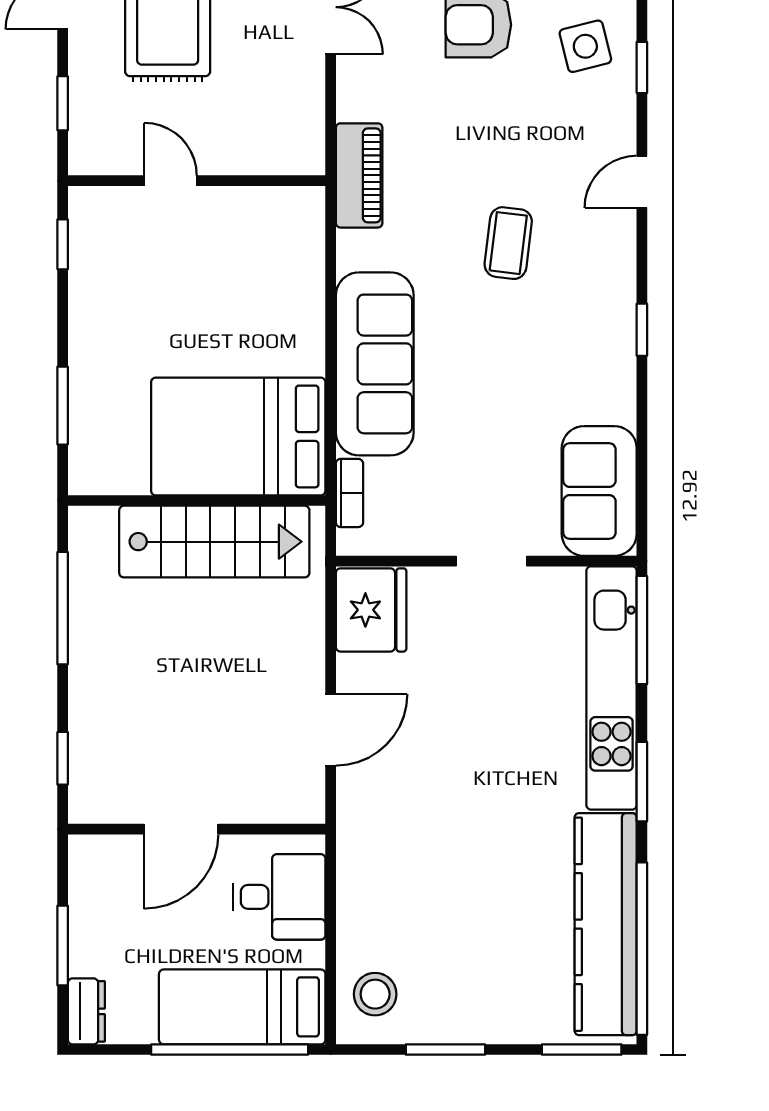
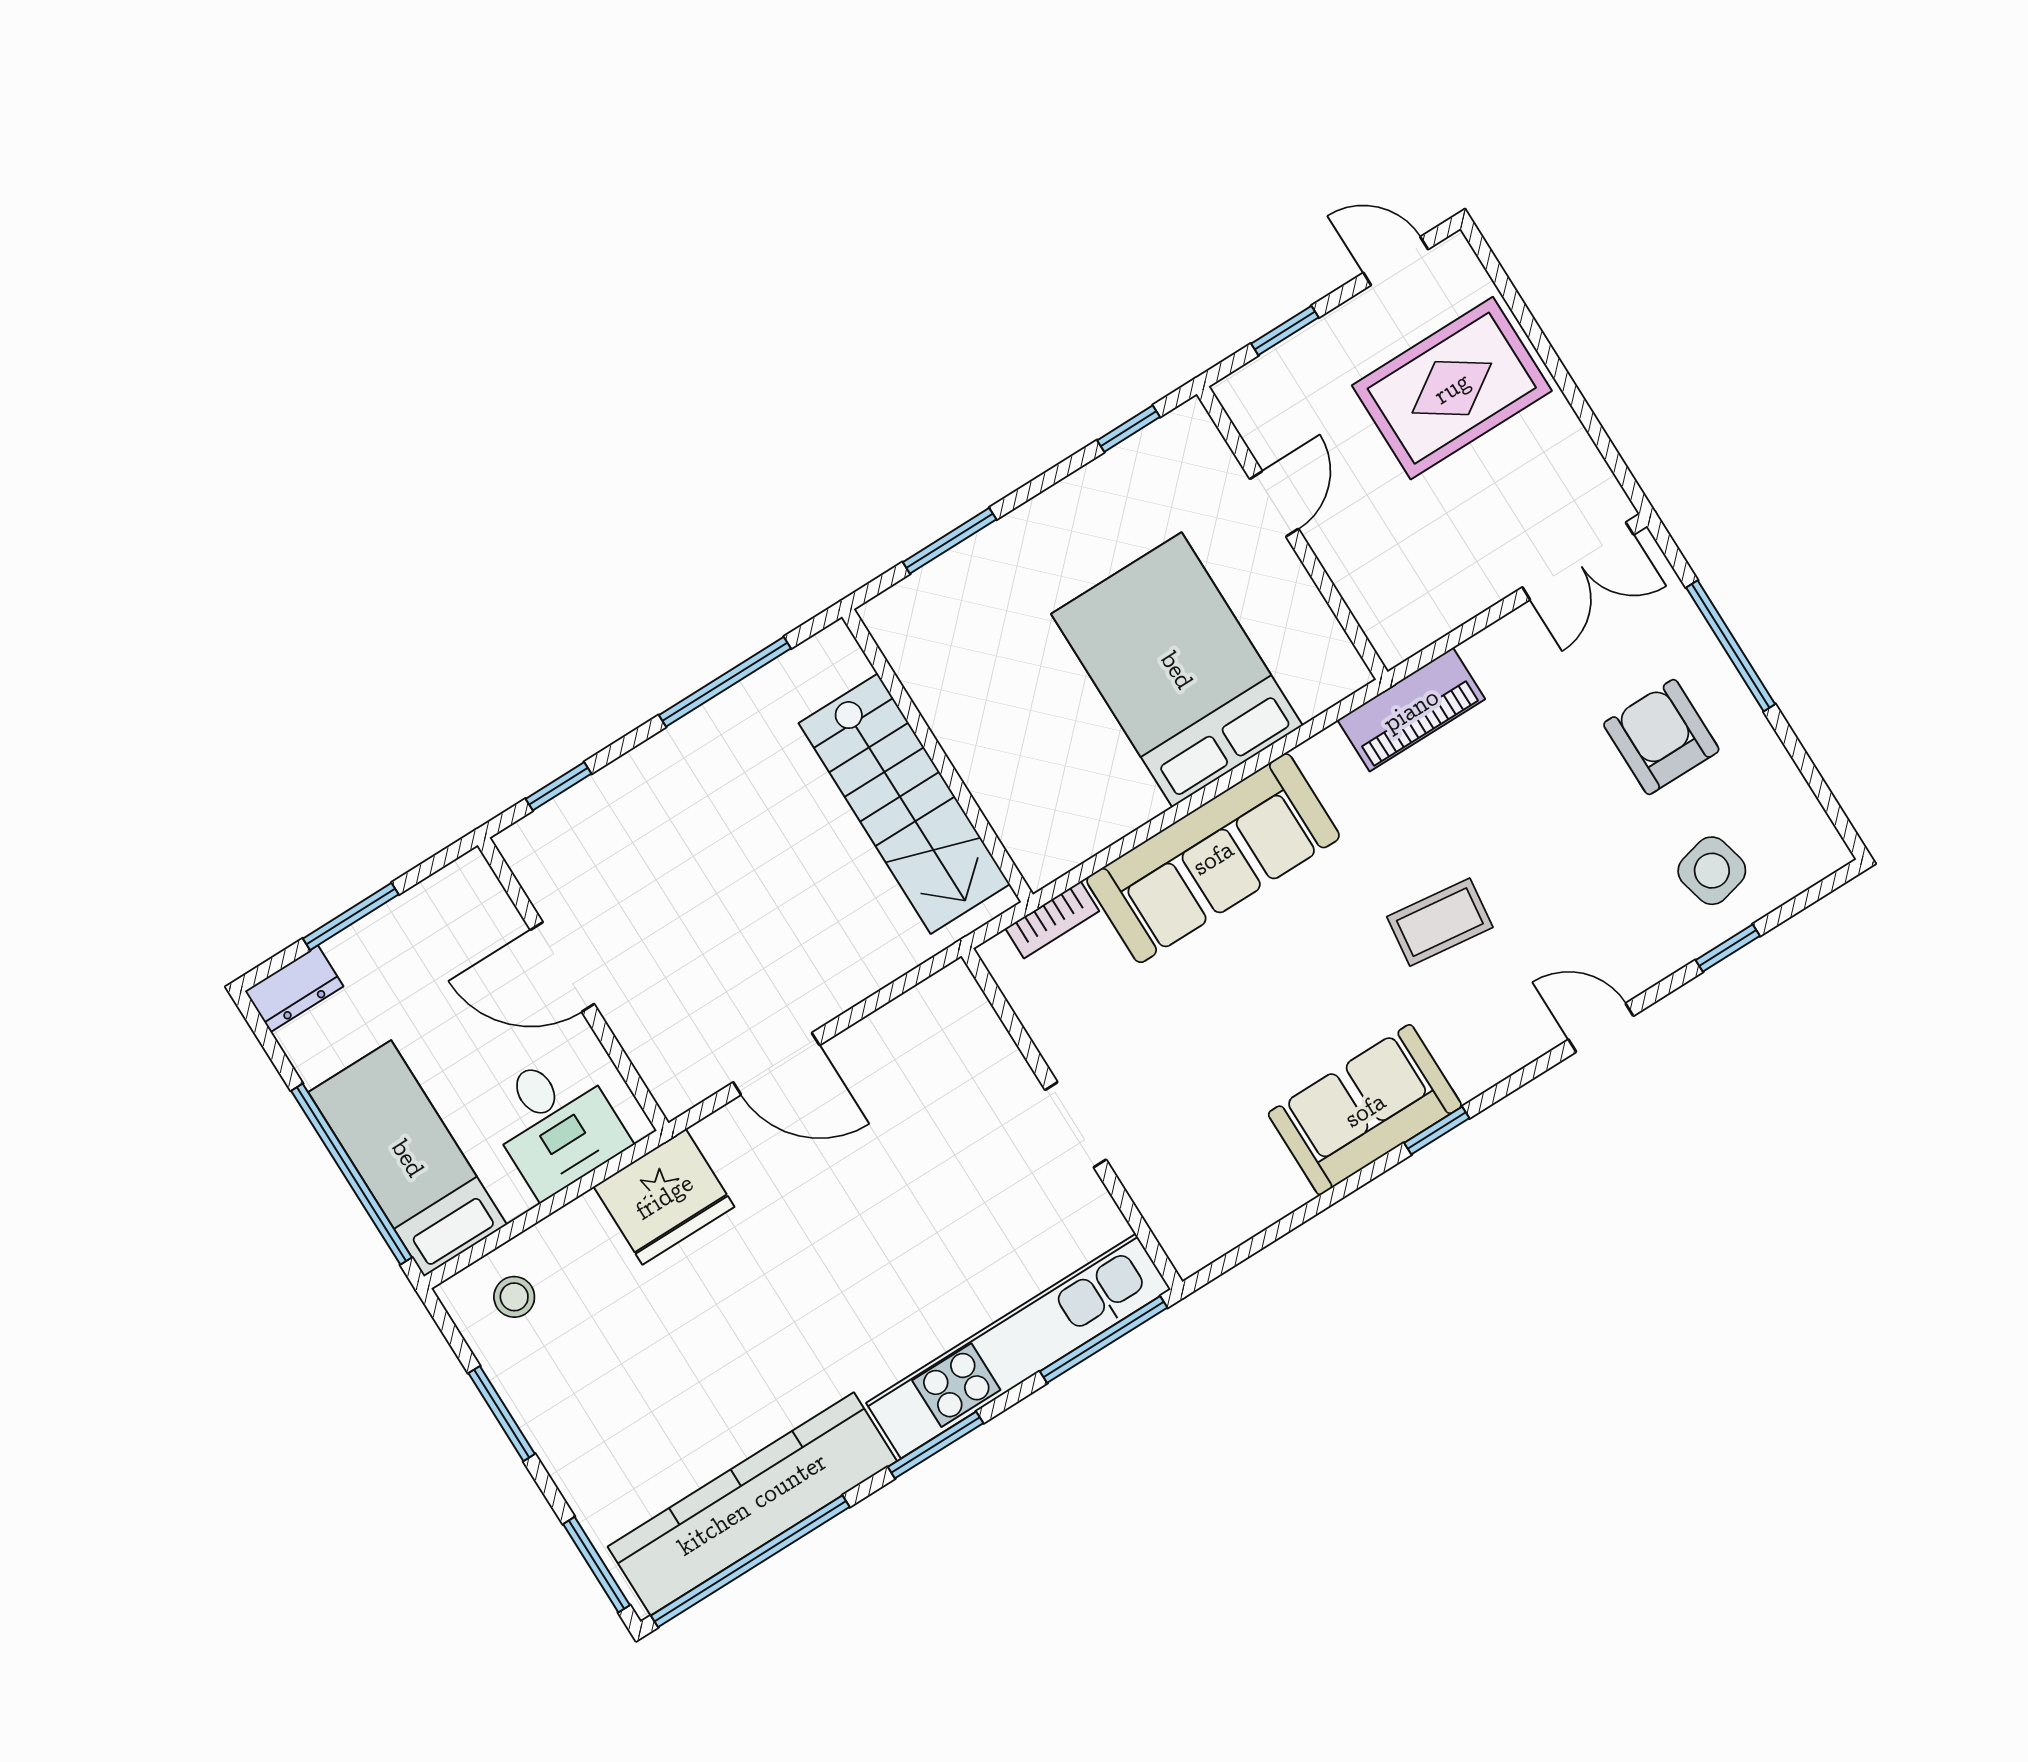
bed: (238, 436) -> (1177, 670), moved
sofa: (599, 491) -> (1365, 1110), moved
fridge: (371, 610) -> (664, 1197), moved
stool: (375, 994) -> (514, 1297), width x0.73, depth x0.73

